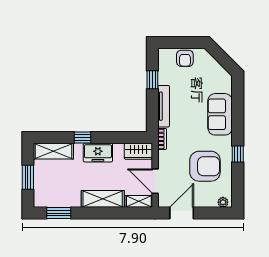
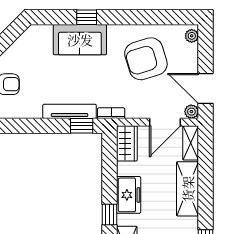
window: (152, 80) -> (82, 126), moved
window: (238, 154) -> (87, 17), moved
armchair: (205, 166) -> (146, 59), turned -107
plant: (163, 202) -> (191, 112), added

